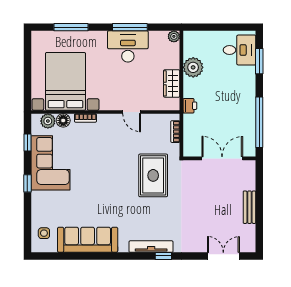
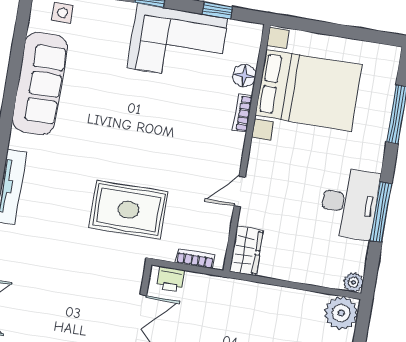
plant: (193, 67) -> (341, 313), moved
wardrobe: (172, 83) -> (246, 251), moved, turned 90
printer: (190, 106) -> (171, 279), moved
plant: (48, 121) -> (248, 50), removed

